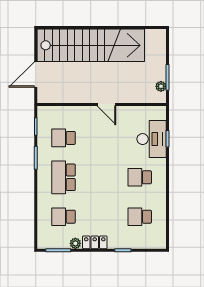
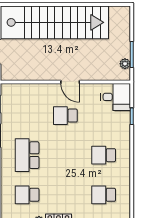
school desk: (64, 138) -> (65, 116), moved
desk: (152, 139) -> (116, 97), moved, width x0.73

